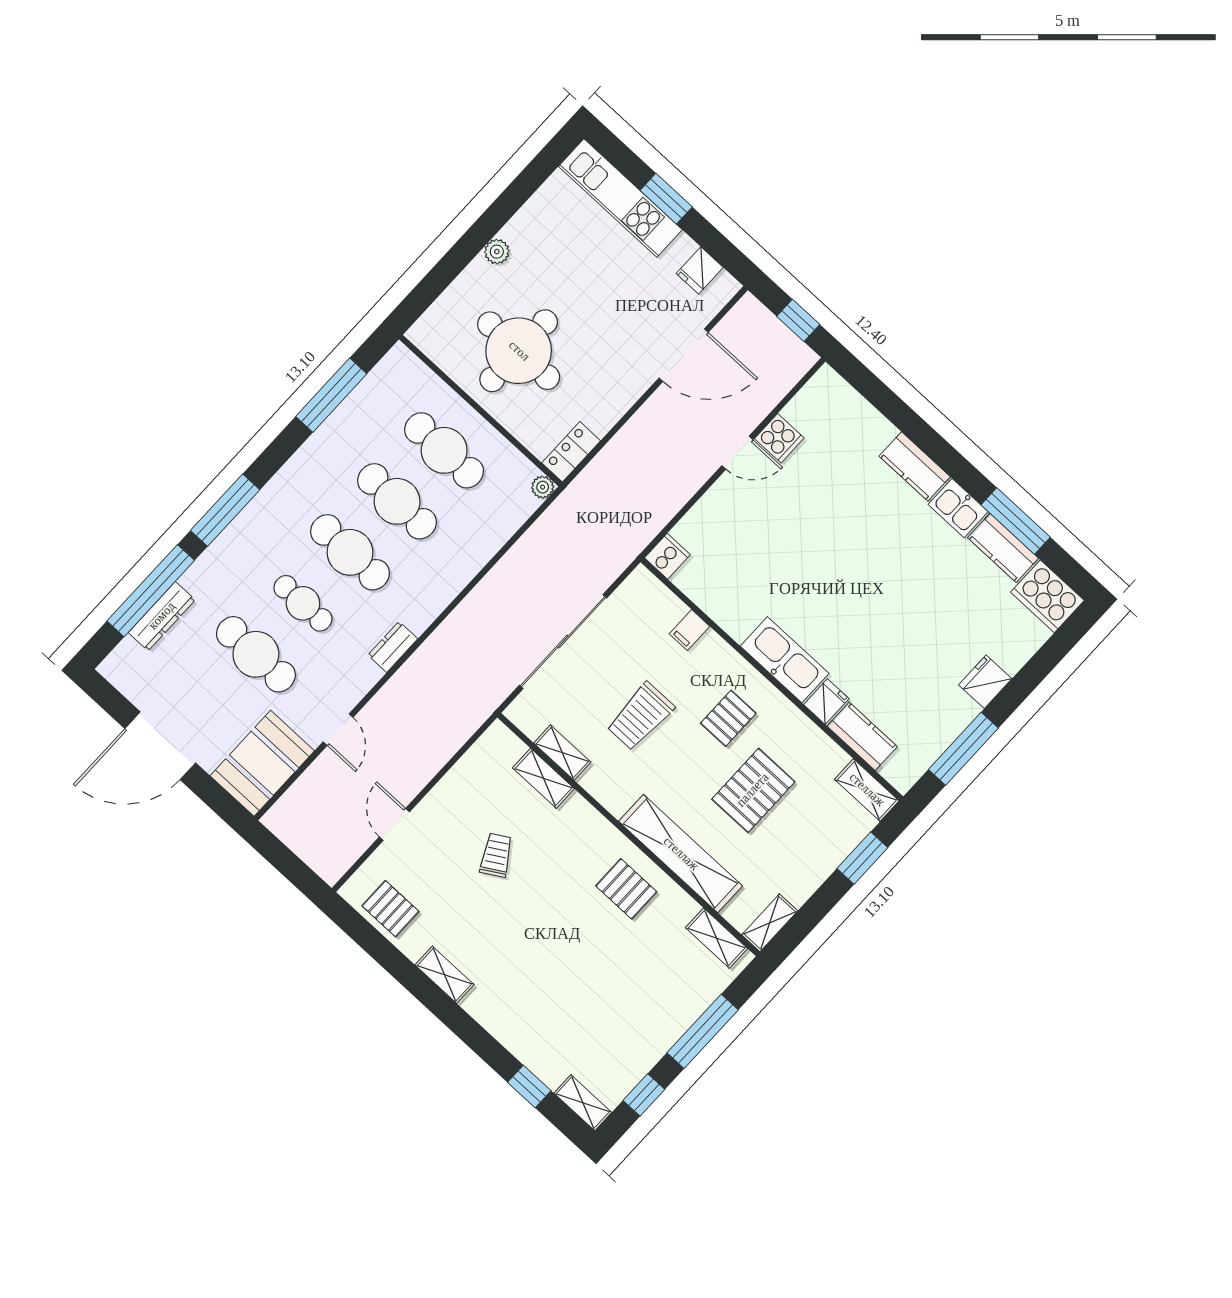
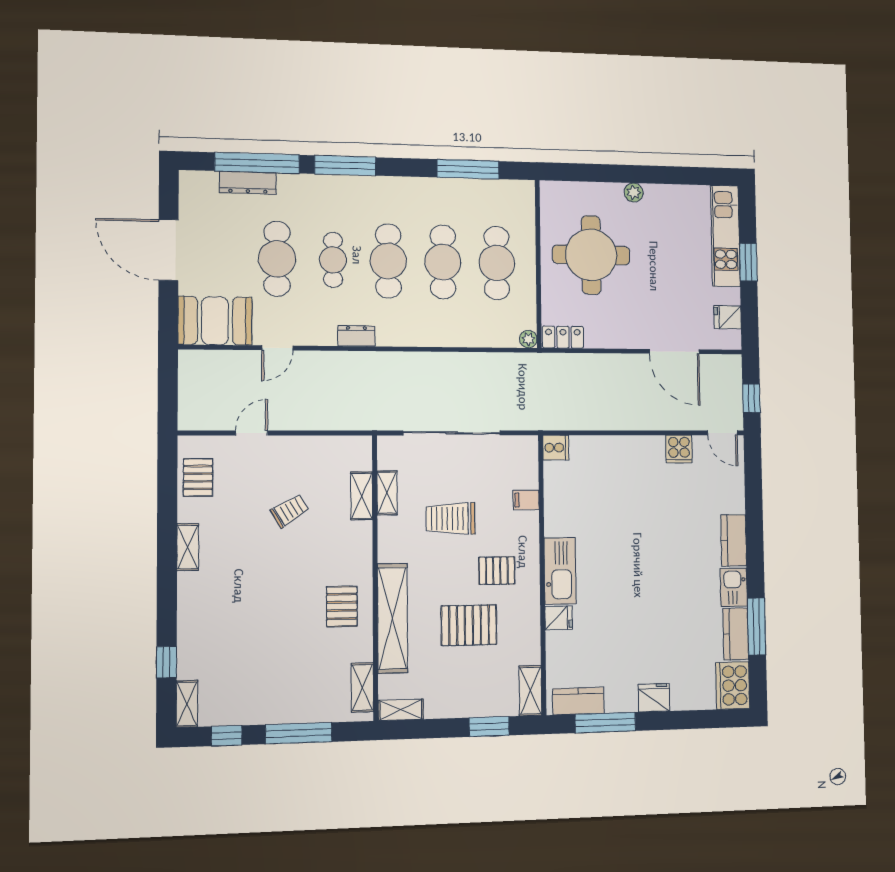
door: (737, 453) -> (722, 433), moved
kitchen counter: (862, 736) -> (578, 701), moved, turned -90

